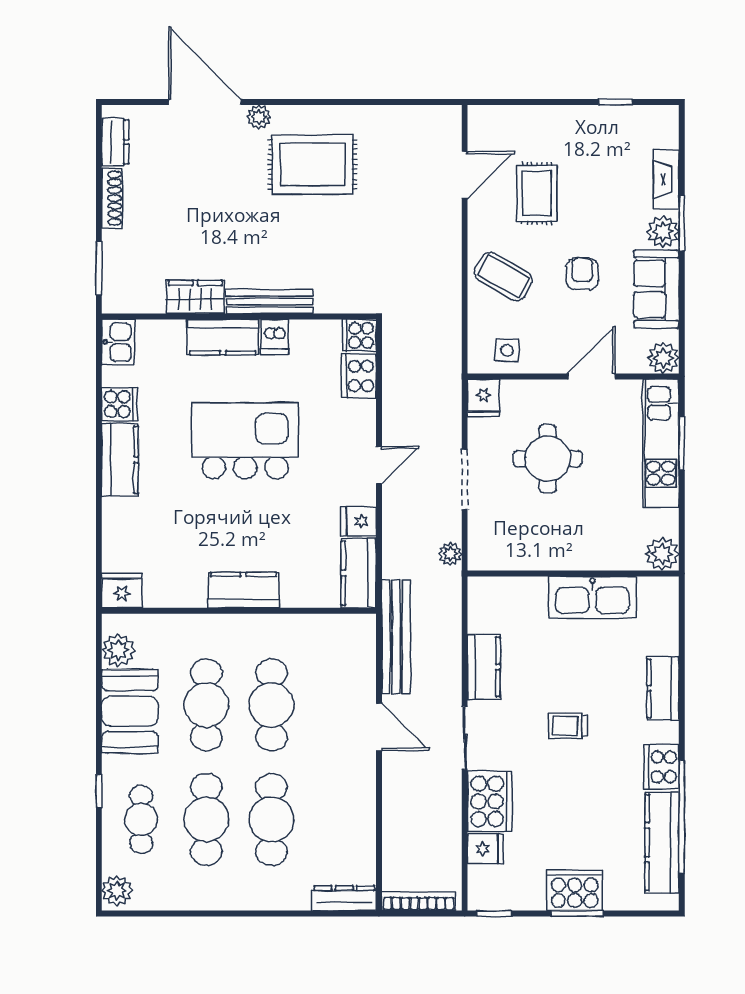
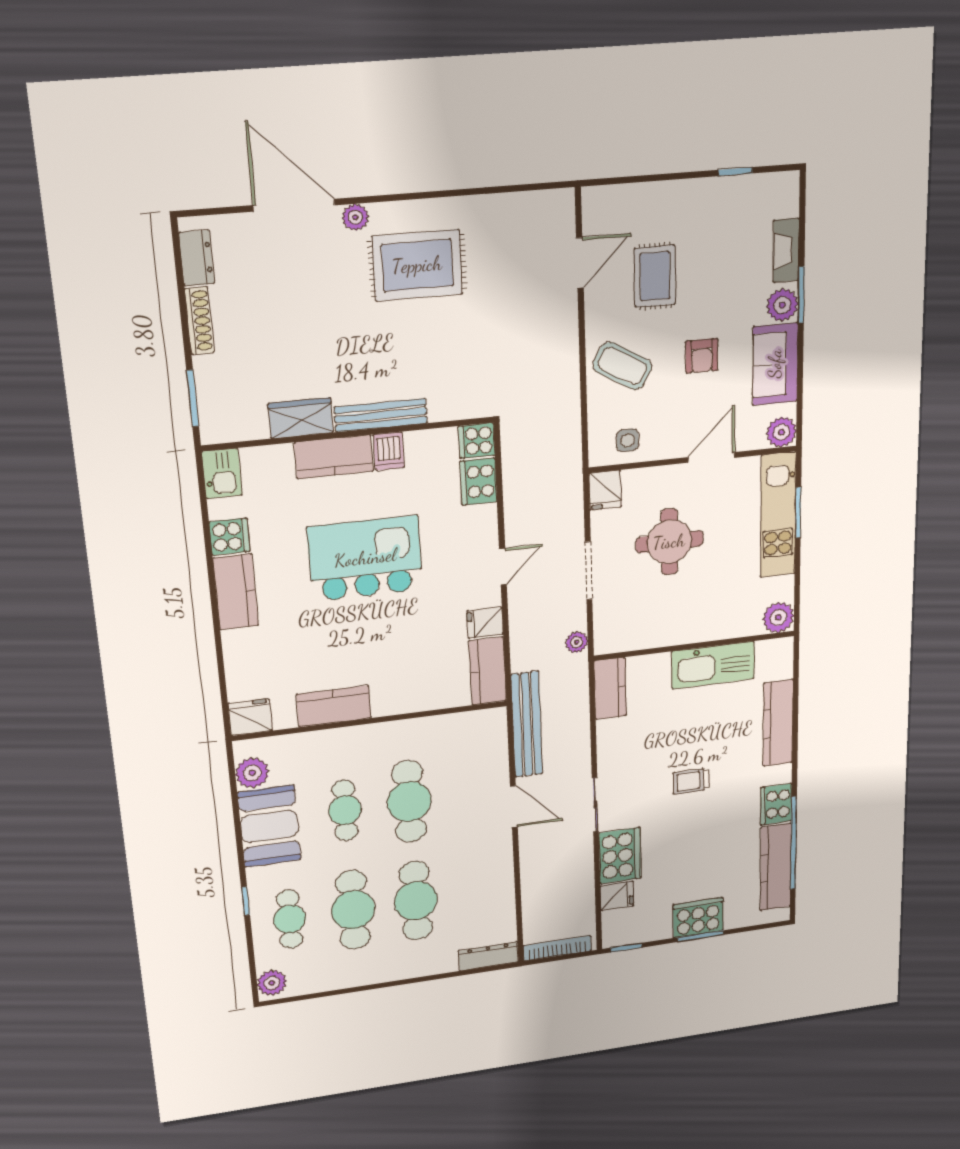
armchair: (582, 274) -> (702, 356), turned 180
kitchen counter: (243, 590) -> (334, 706), moved
kitchen counter: (484, 667) -> (610, 688), moved
kitchen counter: (663, 688) -> (778, 723), width x1.50
cafe table: (206, 705) -> (345, 810), width x0.73, depth x0.74

